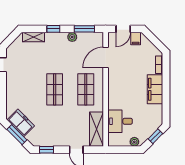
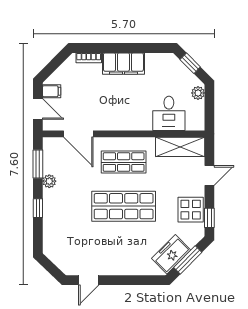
shelving: (34, 37) -> (49, 236), removed
shop shelf: (55, 89) -> (124, 206), width x1.43, depth x1.36
display table: (52, 137) -> (191, 210), added

